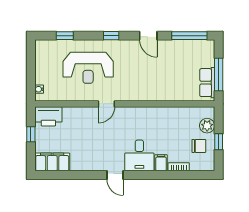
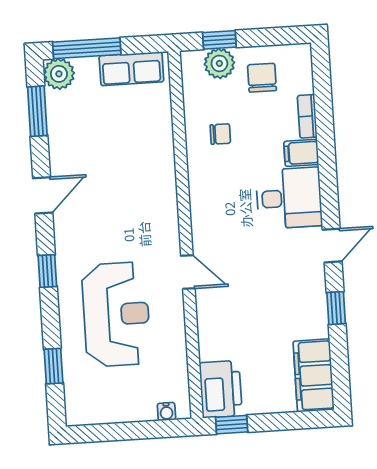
window: (189, 36) -> (37, 111), width x0.69
plant: (207, 47) -> (59, 74), added
window: (219, 74) -> (87, 48), moved
chair: (173, 124) -> (220, 134), added
window: (31, 134) -> (232, 425), moved
window: (219, 142) -> (219, 40), moved
window: (84, 175) -> (336, 308), added

